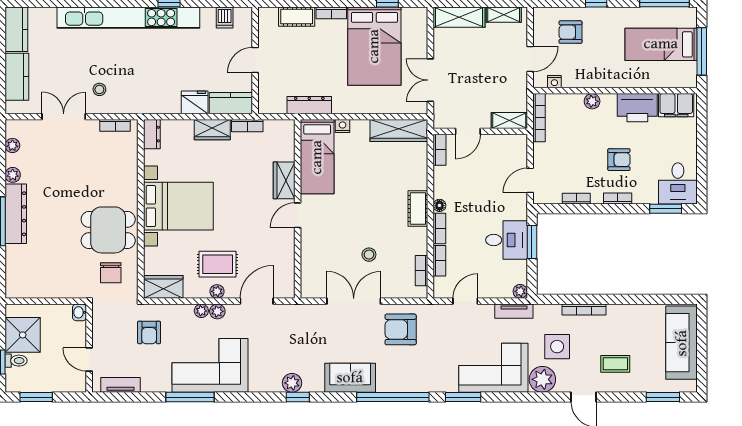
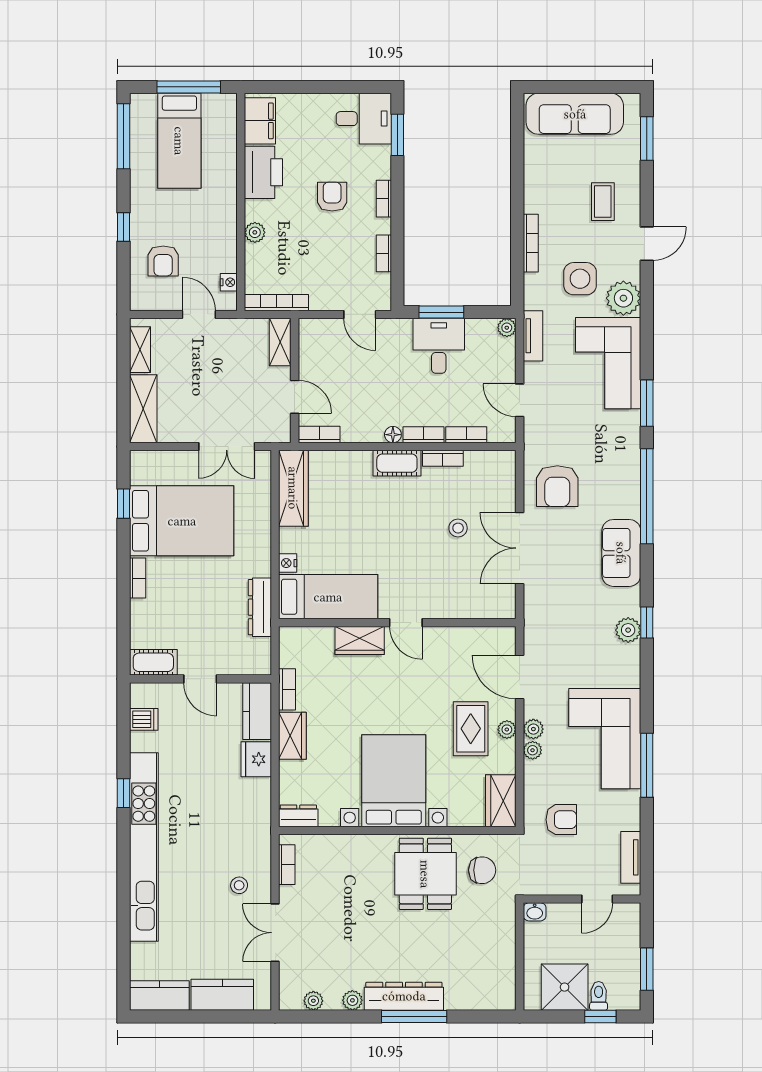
cot: (297, 17) -> (153, 662), moved, turned 90
bookcase: (422, 271) -> (443, 458), moved

